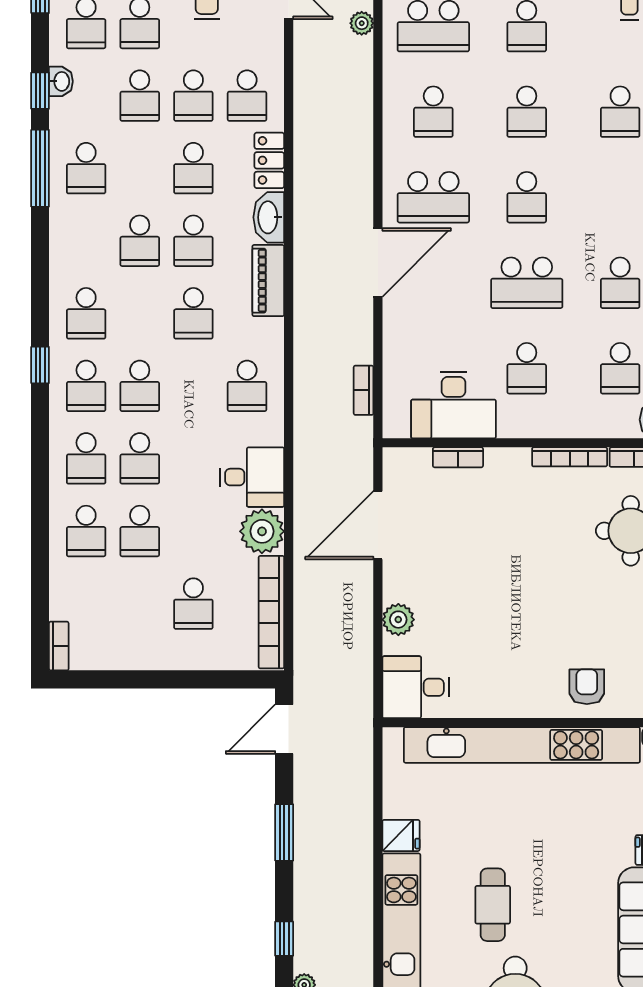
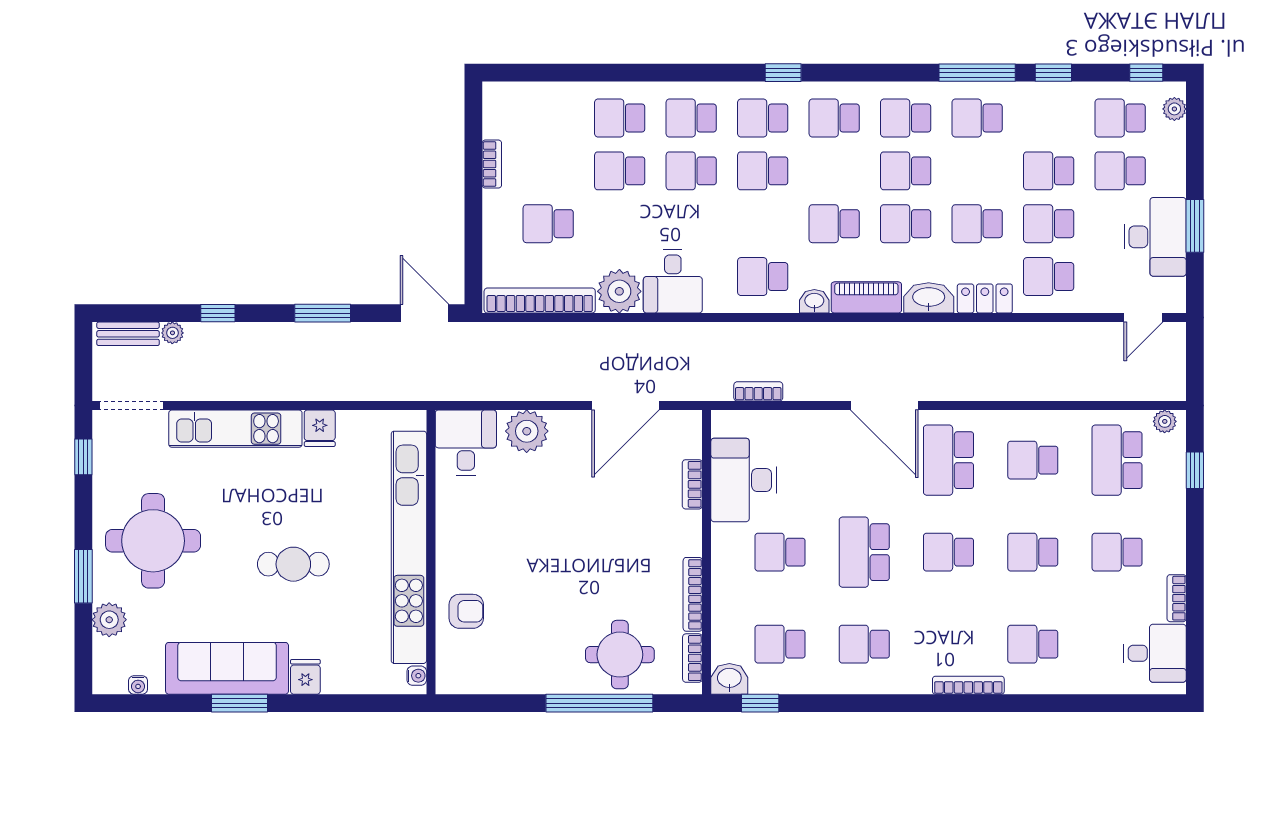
plant: (362, 23) -> (1120, 390), removed
washbasin: (61, 81) -> (814, 301), moved, turned 180
school desk: (86, 241) -> (906, 118), added
door: (378, 525) -> (625, 405), swing flipped
plant: (398, 620) -> (527, 431), width x1.36, depth x1.36
bookcase: (59, 646) -> (492, 164), moved, turned -90
cafe table: (493, 905) -> (293, 564), moved

